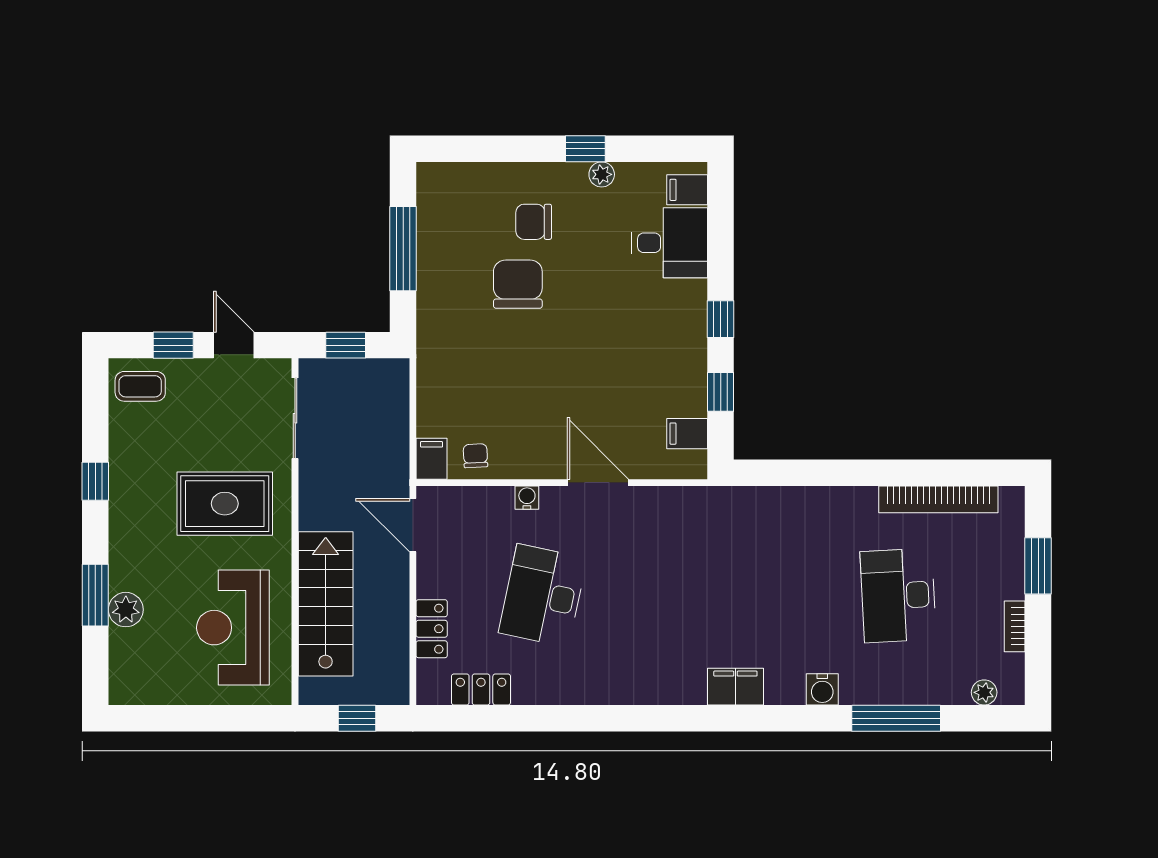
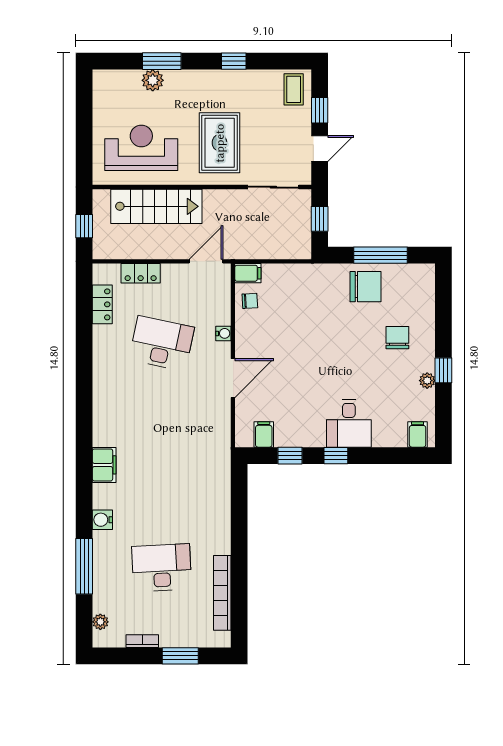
desk: (670, 243) -> (349, 423), moved
chair: (518, 284) -> (366, 287), moved

